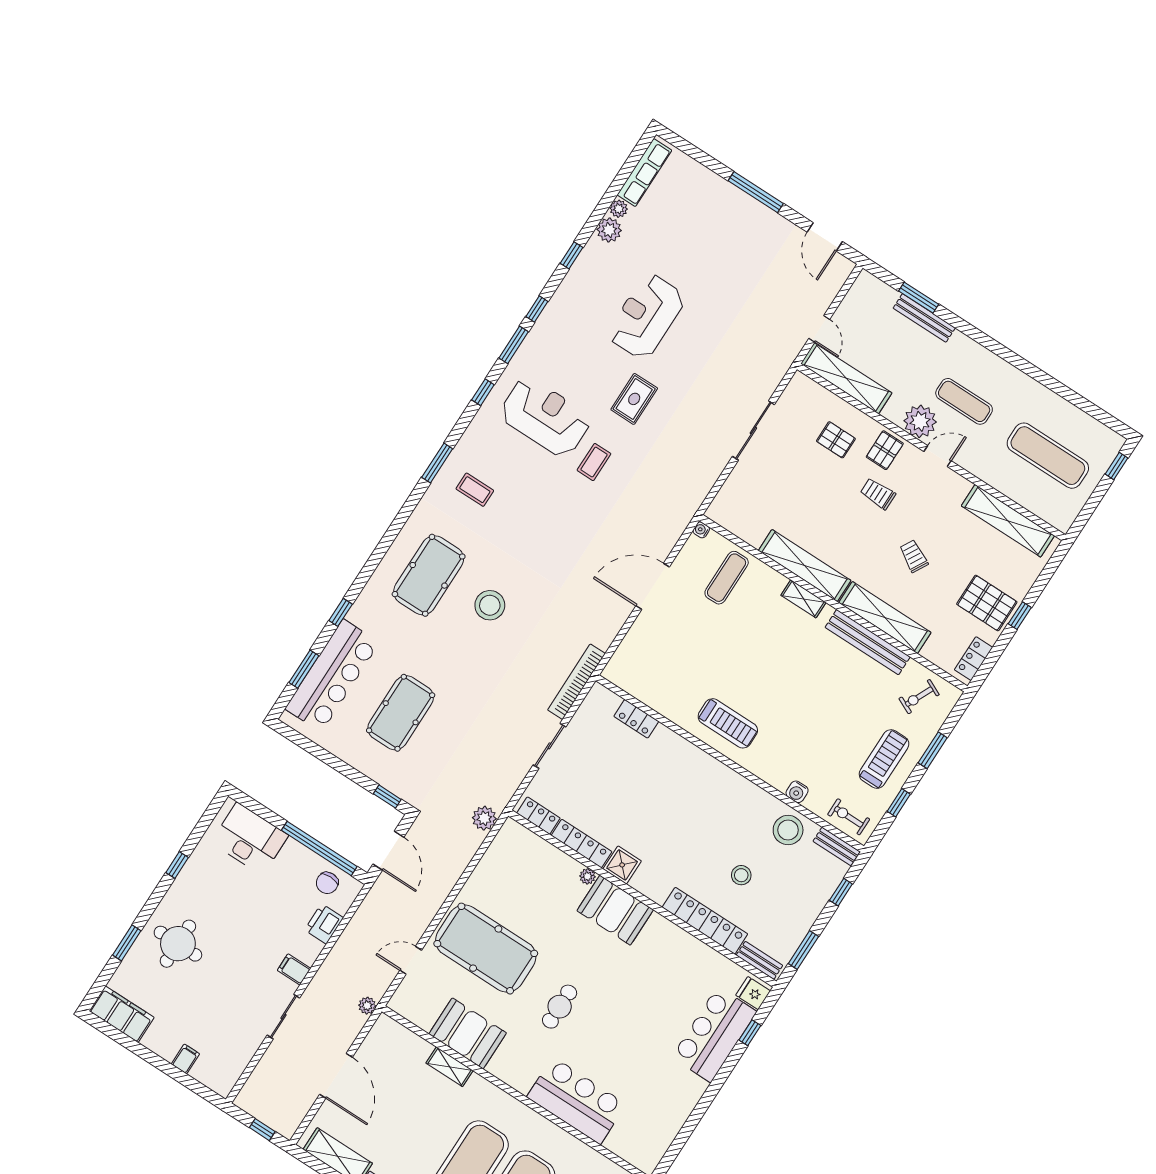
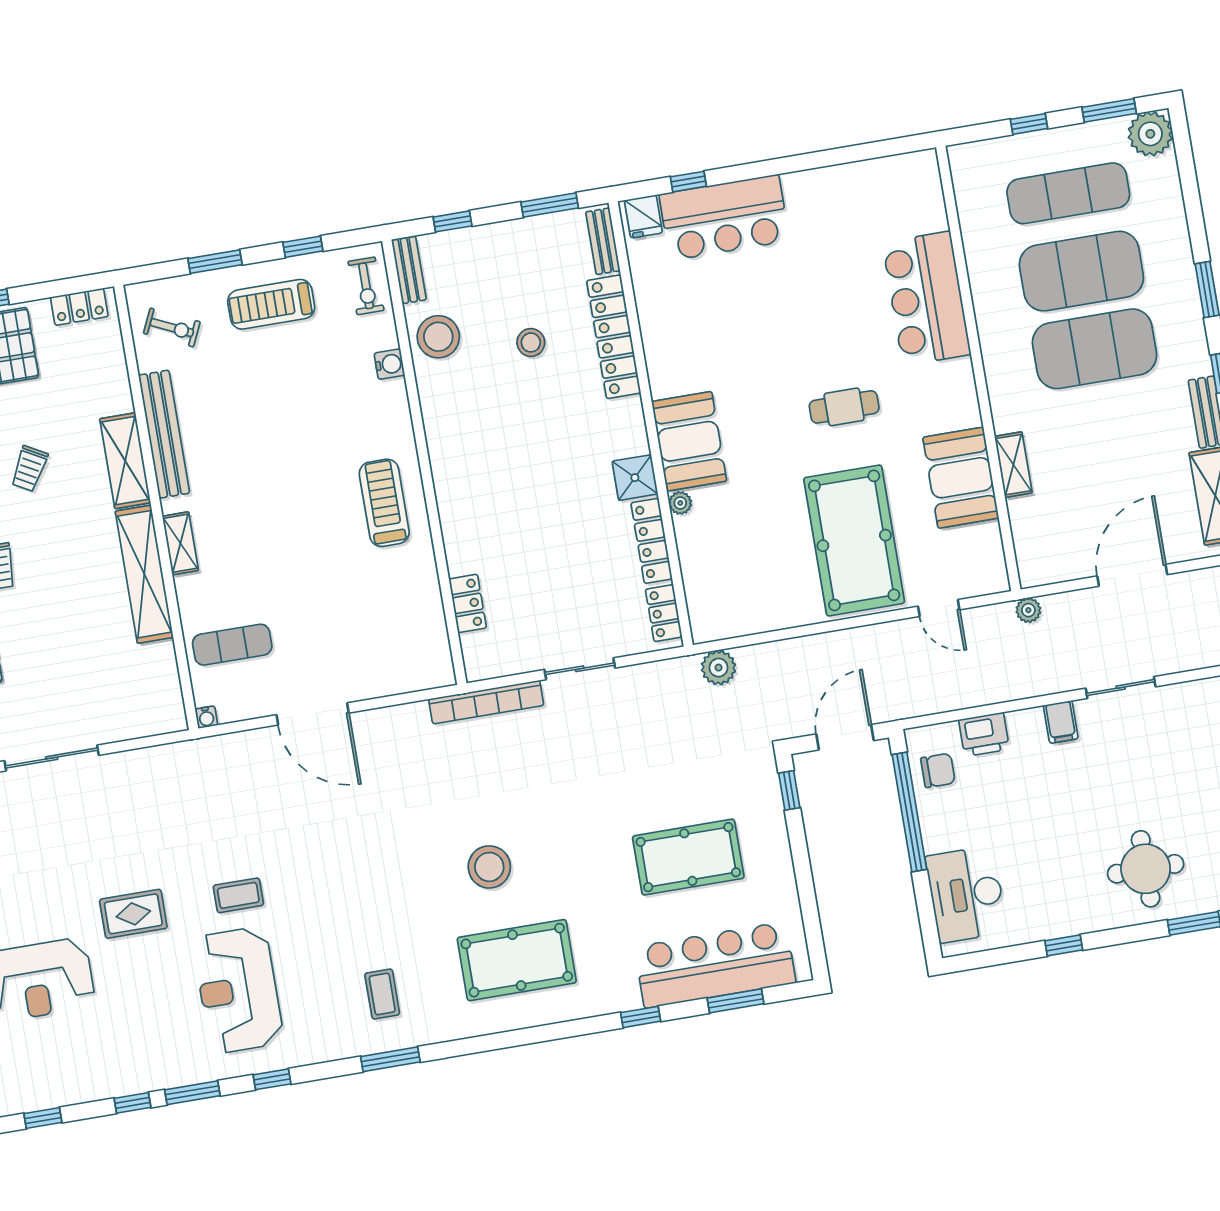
shelving: (885, 618) -> (125, 461), width x0.68

